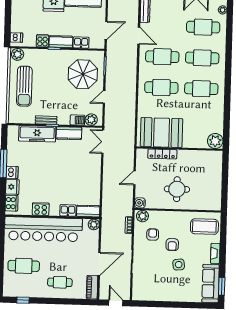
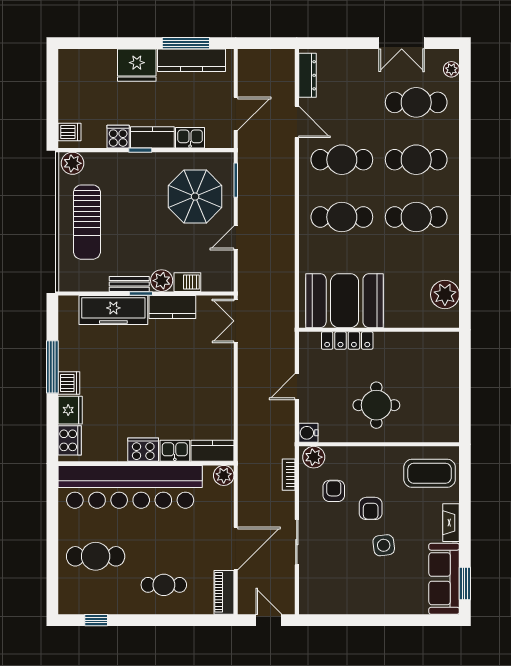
plant: (91, 120) -> (162, 281), moved
plant: (215, 141) -> (445, 295), moved
cooker: (41, 209) -> (143, 450), moved

